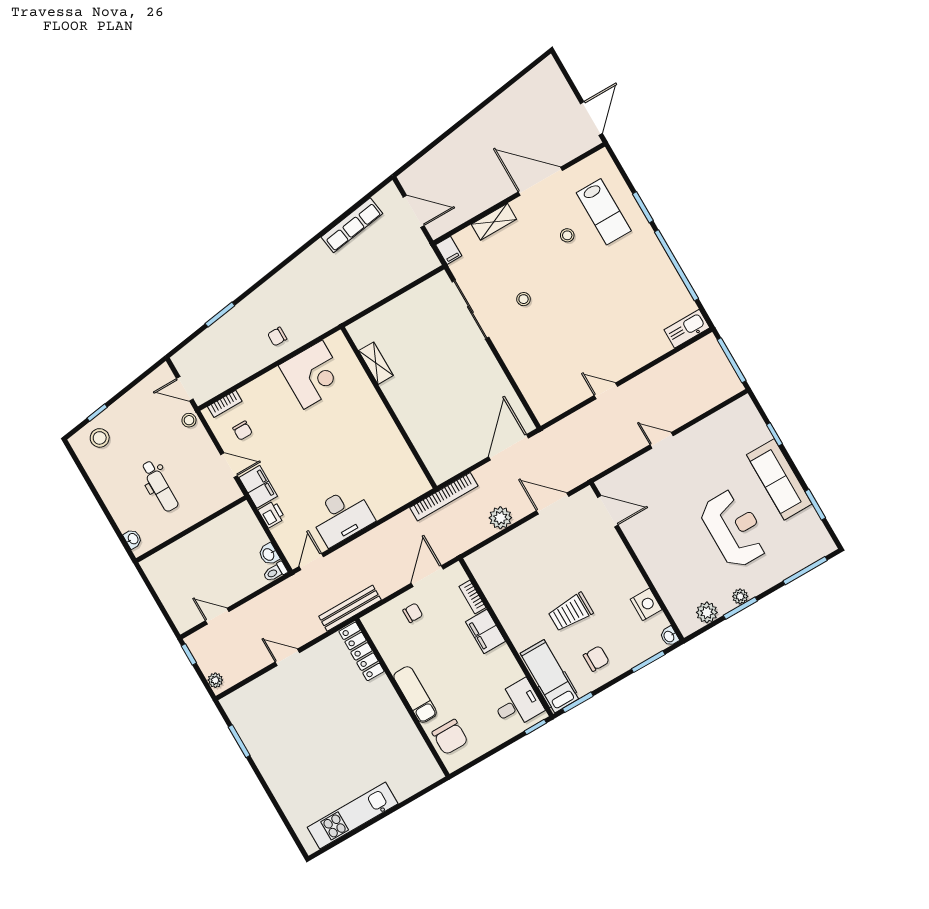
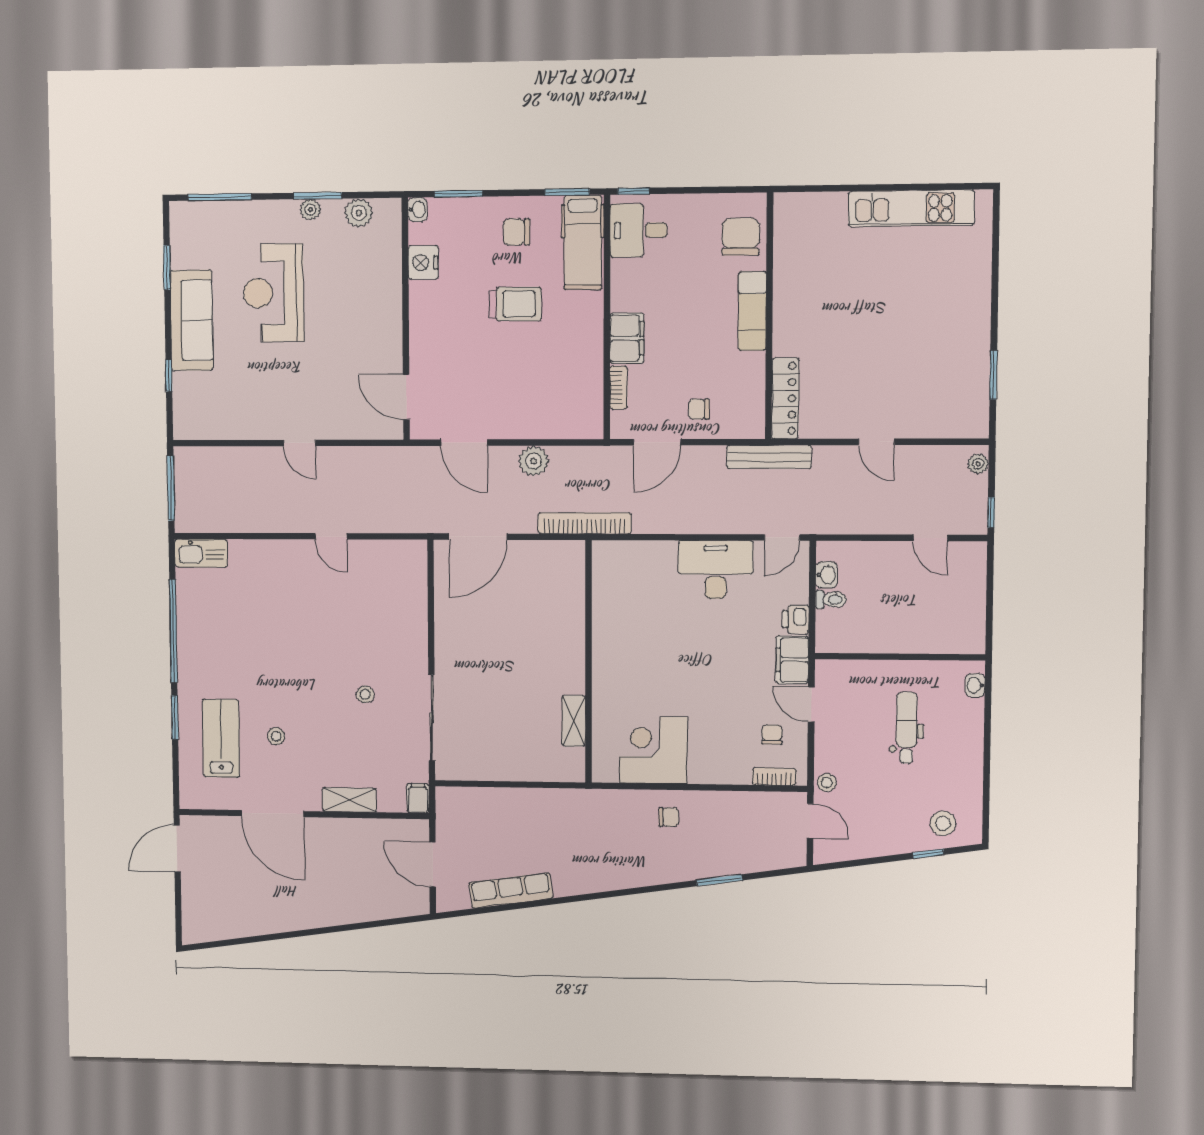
toilet: (275, 572) -> (831, 599), moved

